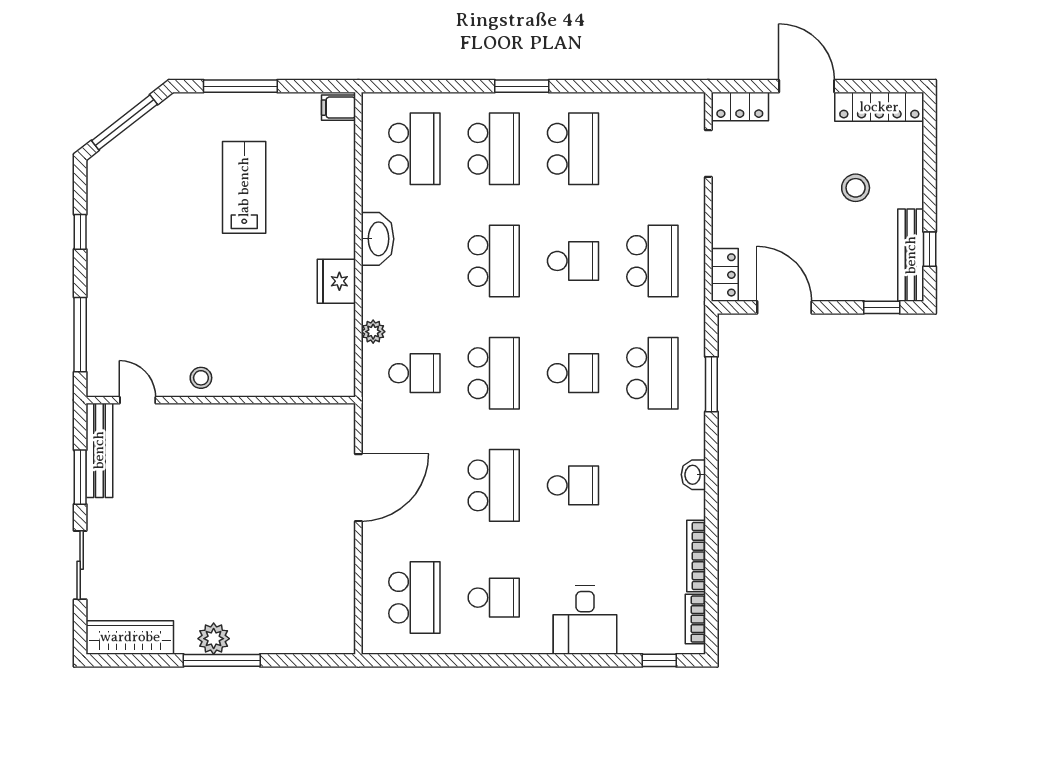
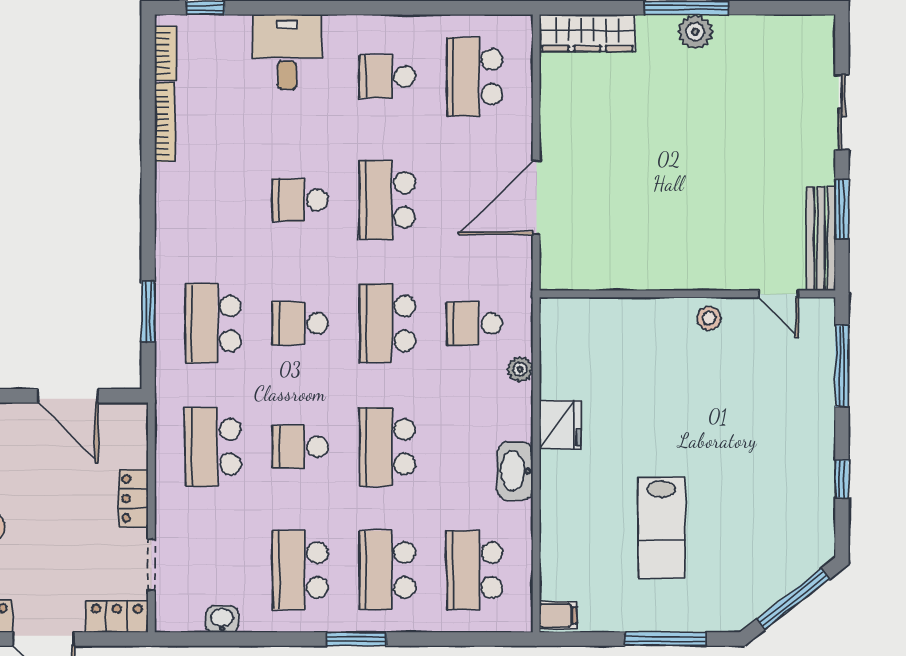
locker: (725, 275) -> (133, 499), moved
washbasin: (693, 475) -> (222, 619), moved, turned -90
wardrobe: (130, 637) -> (587, 33), moved

